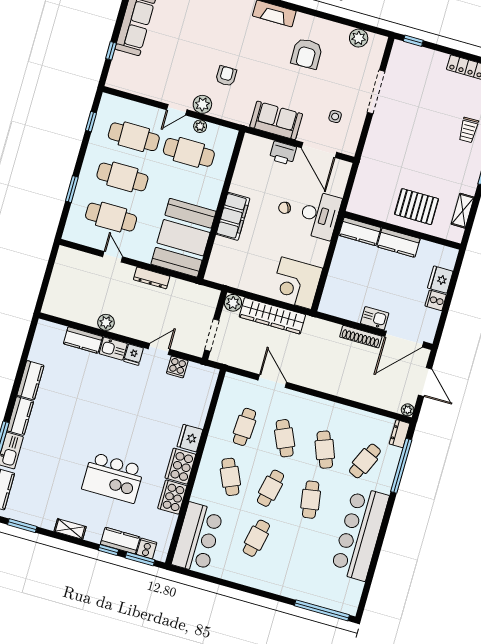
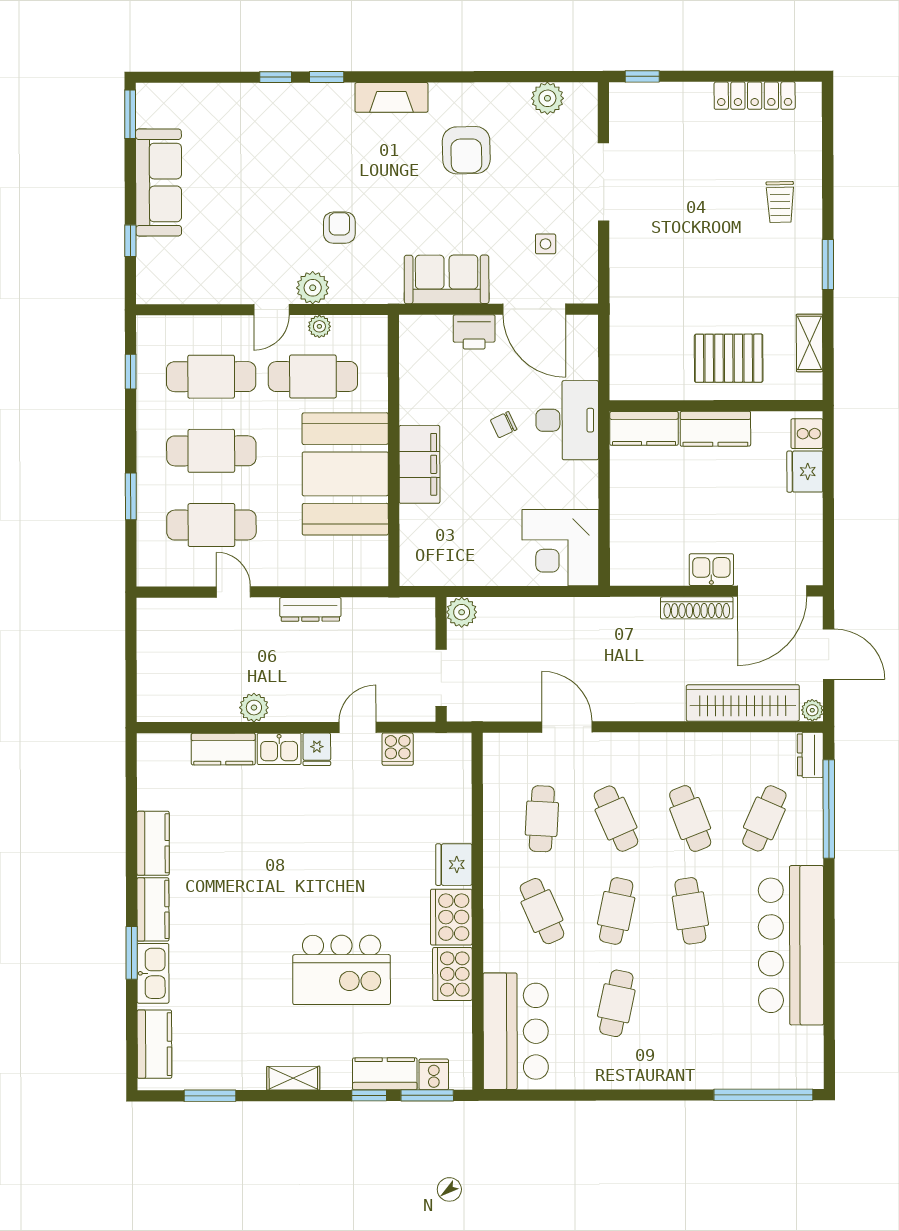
booth: (183, 238) -> (345, 474), moved
cooker: (436, 300) -> (807, 434), moved
wardrobe: (272, 316) -> (743, 703), moved, turned 180

